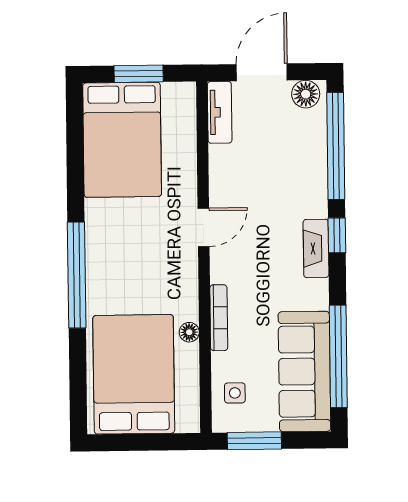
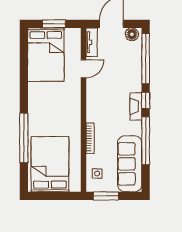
door: (204, 227) -> (83, 69), moved
window: (77, 275) -> (24, 138), moved
floor lamp: (189, 332) -> (76, 145), removed
window: (338, 356) -> (146, 141), moved

